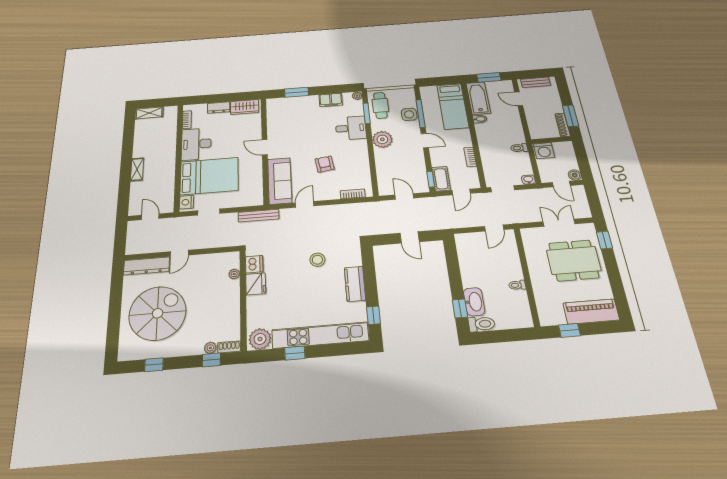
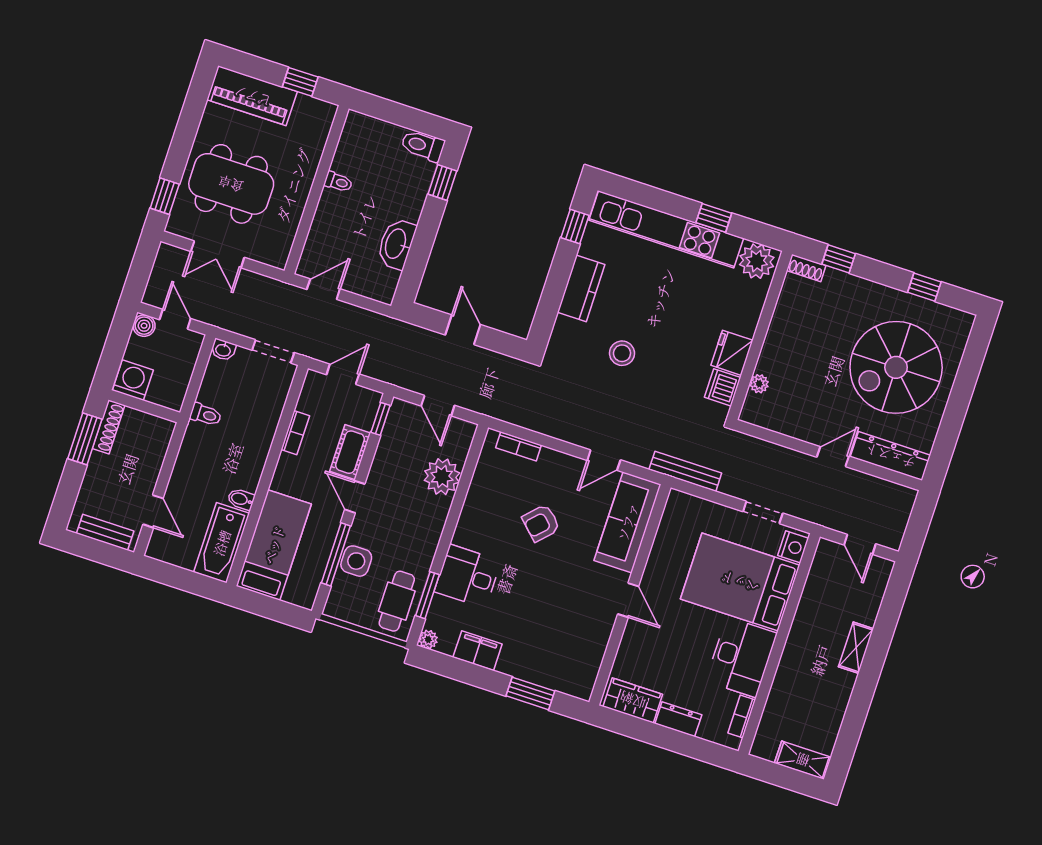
window: (489, 77) -> (180, 578), removed
plant: (382, 139) -> (442, 477), moved
washing machine: (544, 151) -> (133, 380), moved
armchair: (325, 164) -> (541, 523), turned 52
cot: (441, 179) -> (350, 452), moved
washbasin: (474, 302) -> (396, 244), moved
plant: (210, 348) -> (834, 278), removed

